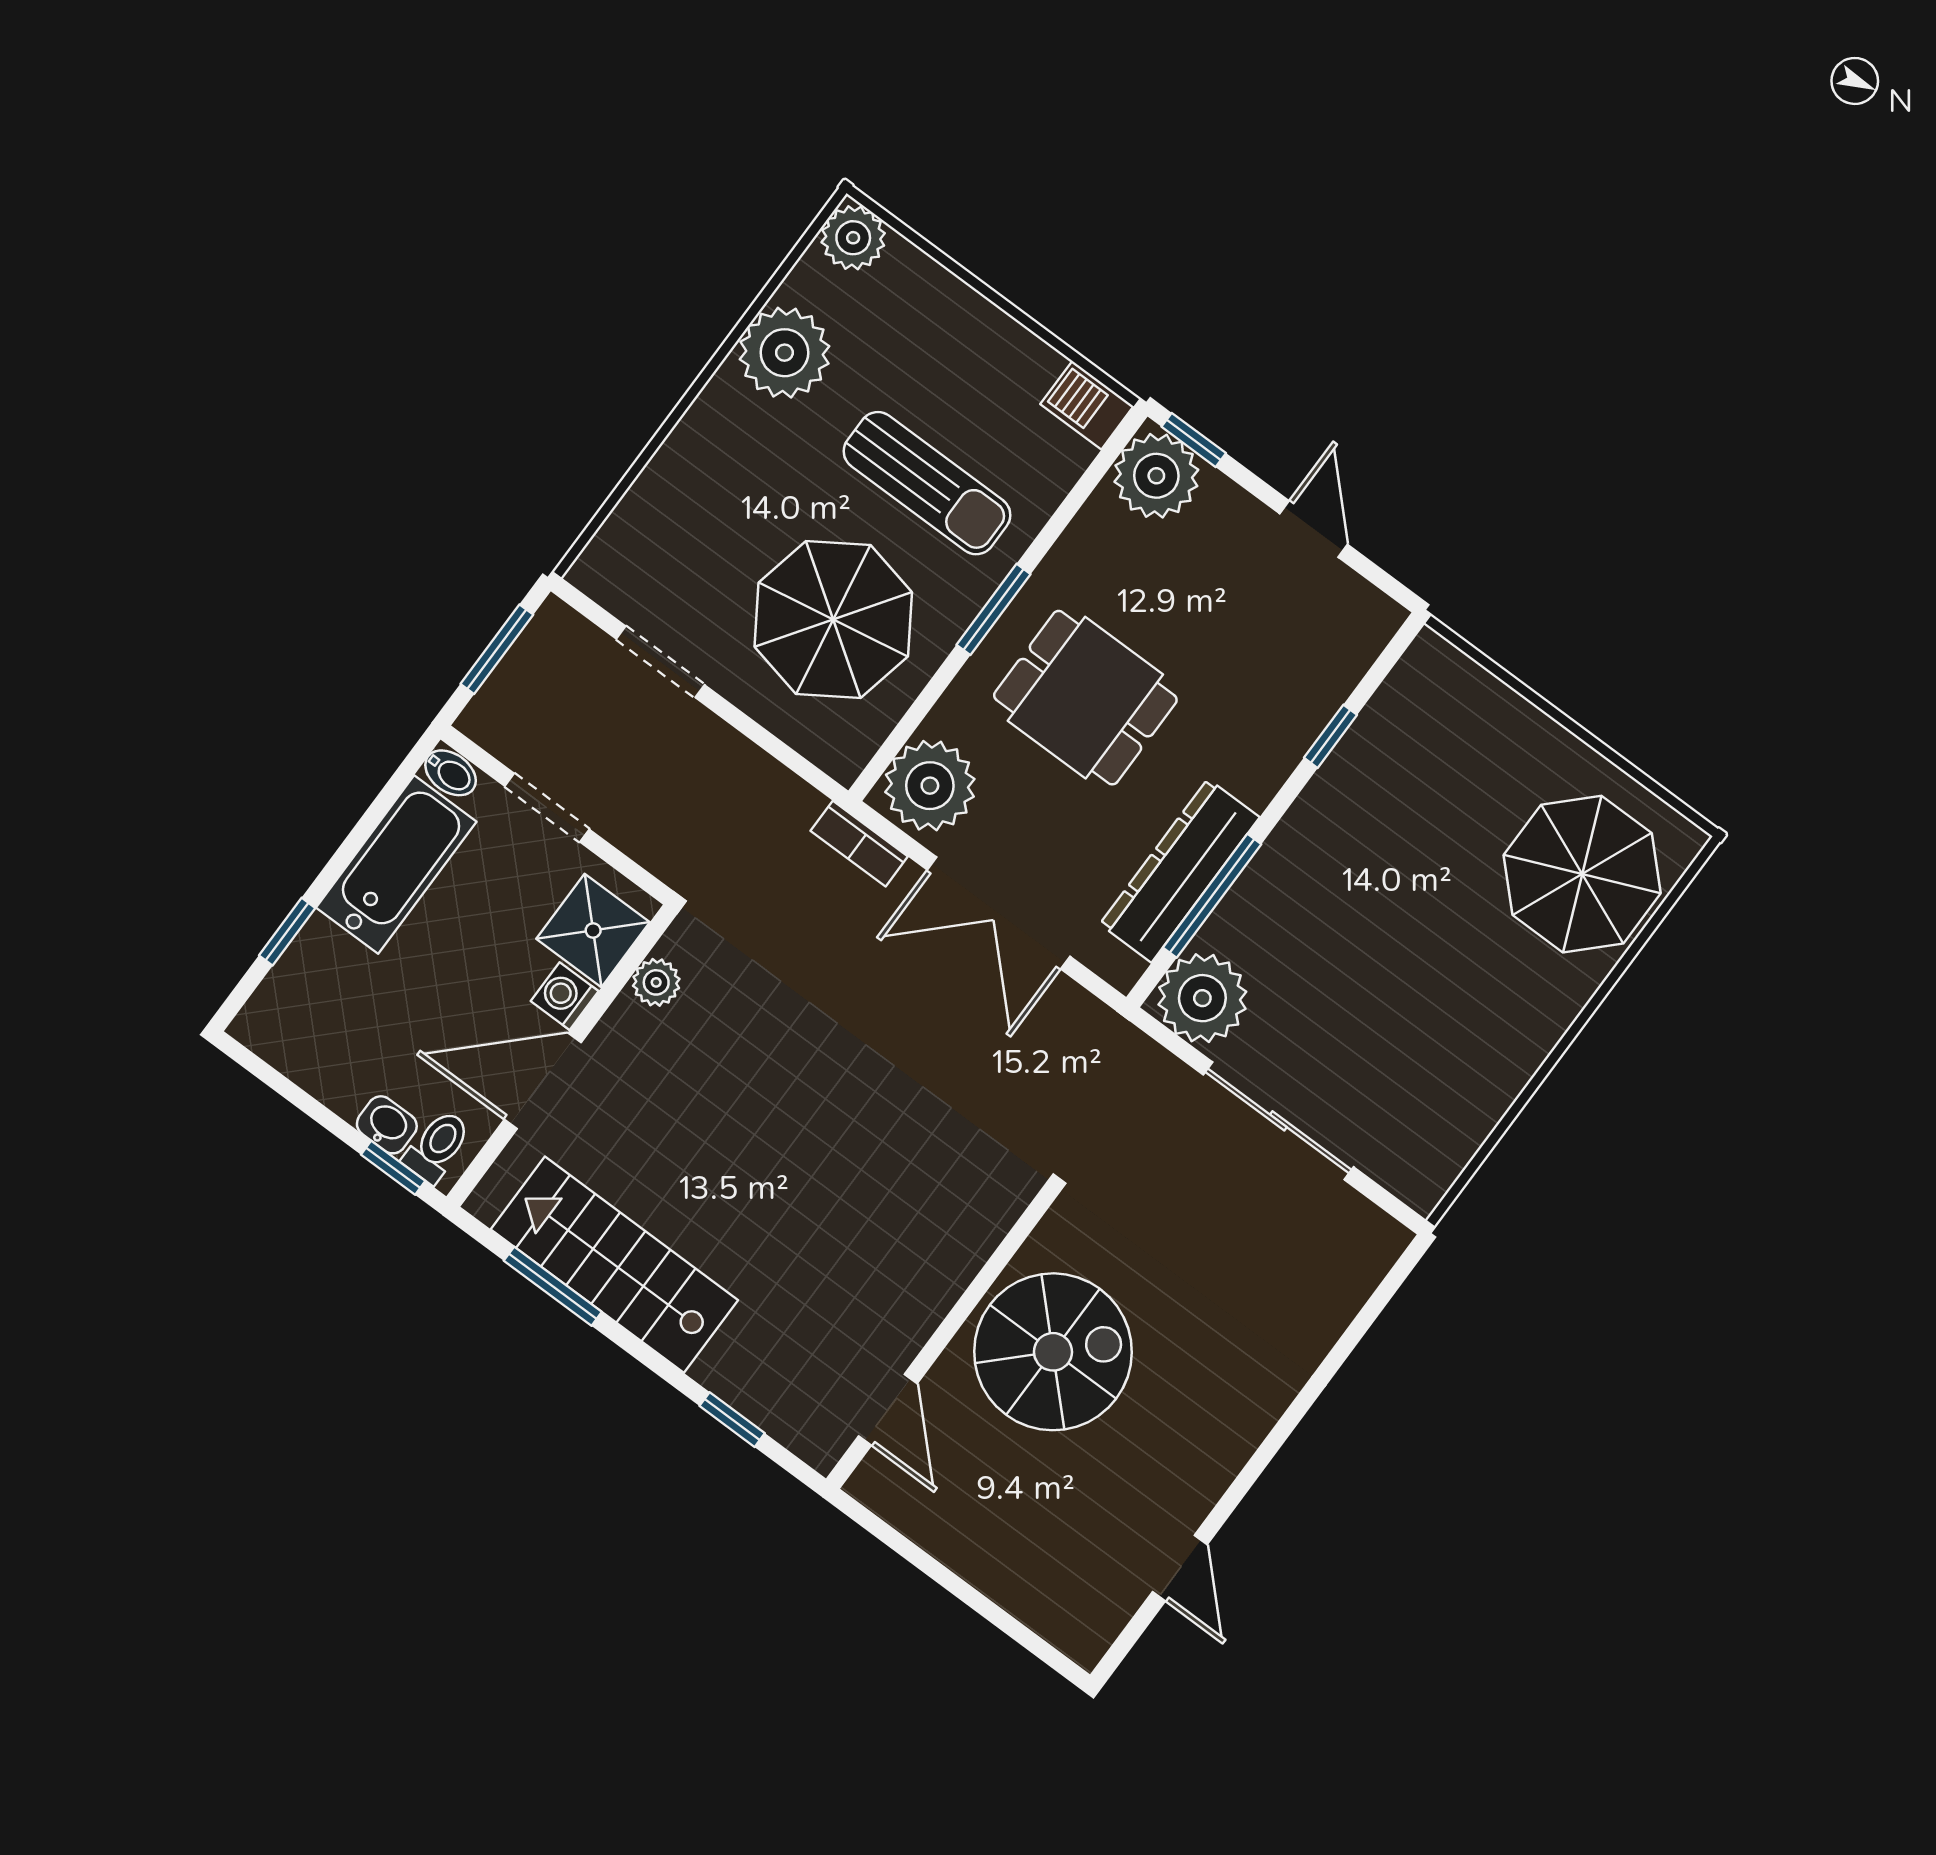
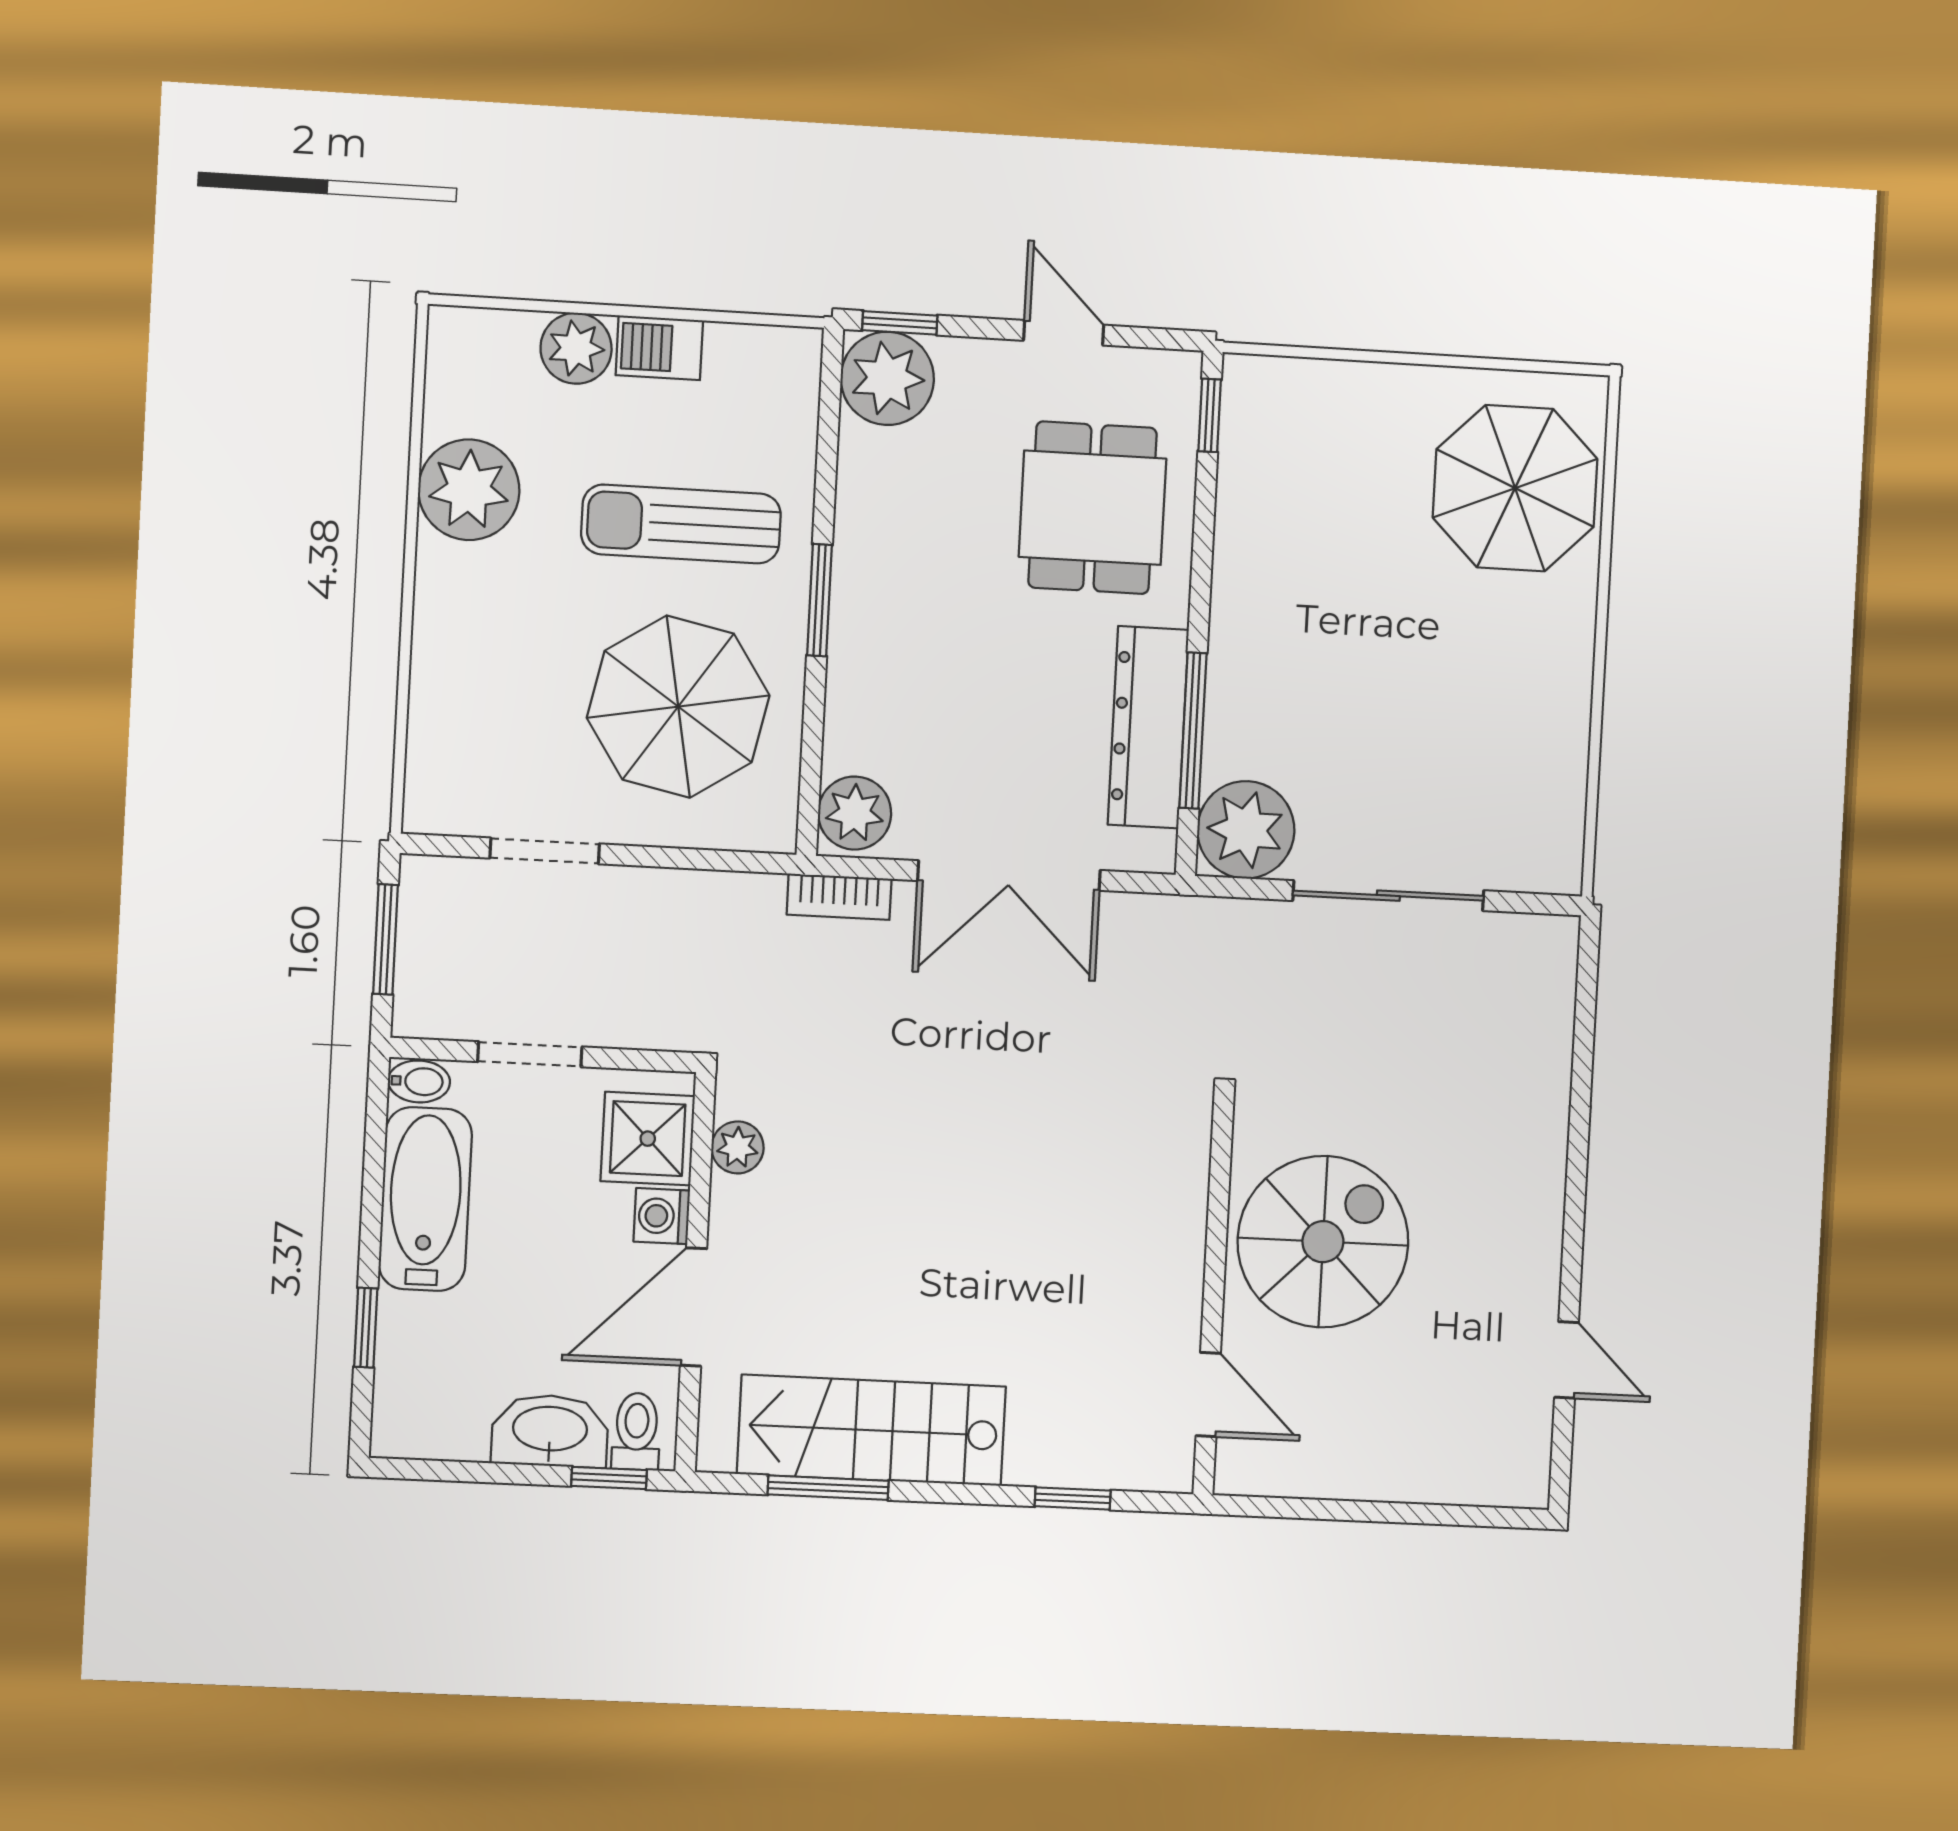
plant: (853, 238) -> (576, 348), moved
barbecue: (1087, 405) -> (659, 348), moved
sun lounger: (927, 483) -> (681, 524), turned 180
dining table: (1085, 698) -> (1093, 508), moved, turned 90
window: (1331, 736) -> (1210, 415), moved
plant: (930, 786) -> (855, 813), width x0.73, depth x0.73
washbasin: (387, 1125) -> (550, 1431), width x1.91, depth x1.45

